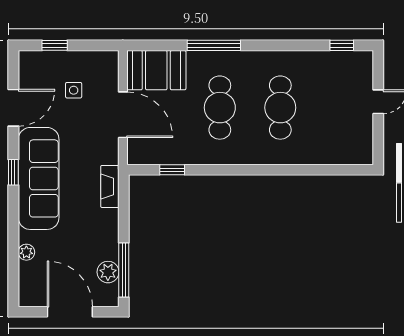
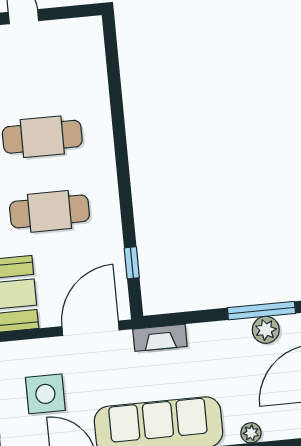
side table: (74, 90) -> (45, 394), width x1.87, depth x1.87
door: (123, 115) -> (90, 328), moved

